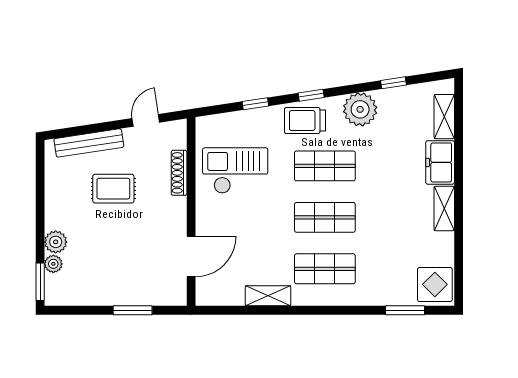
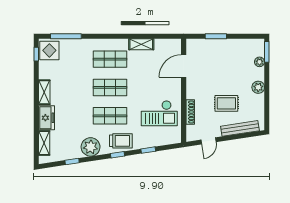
plant: (56, 242) -> (258, 87), moved
window: (459, 278) -> (36, 54), added
window: (405, 310) -> (66, 36), width x1.44

